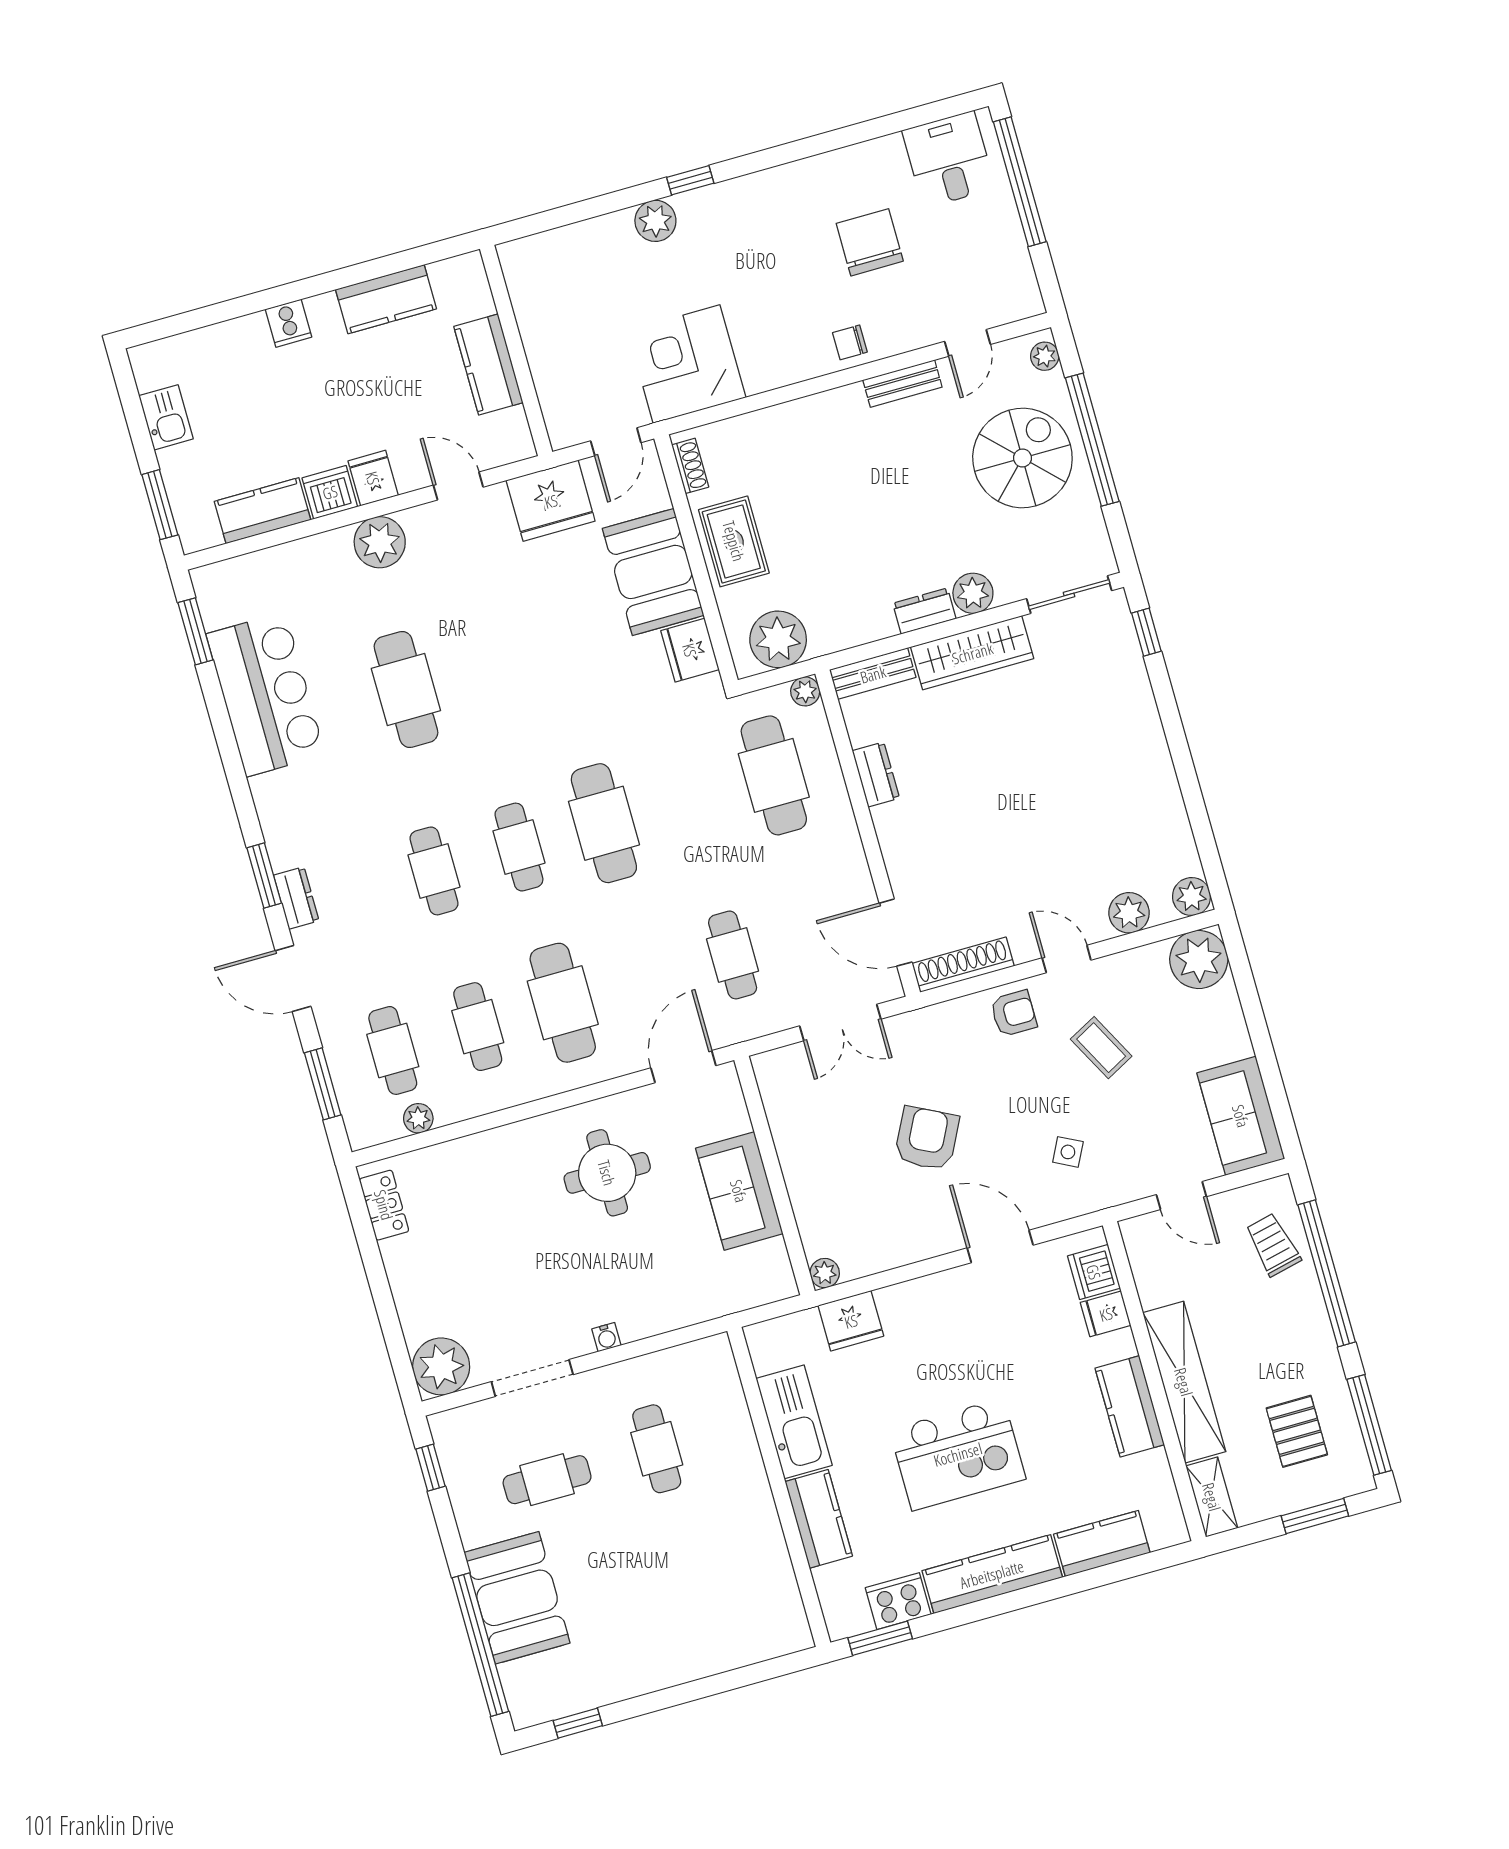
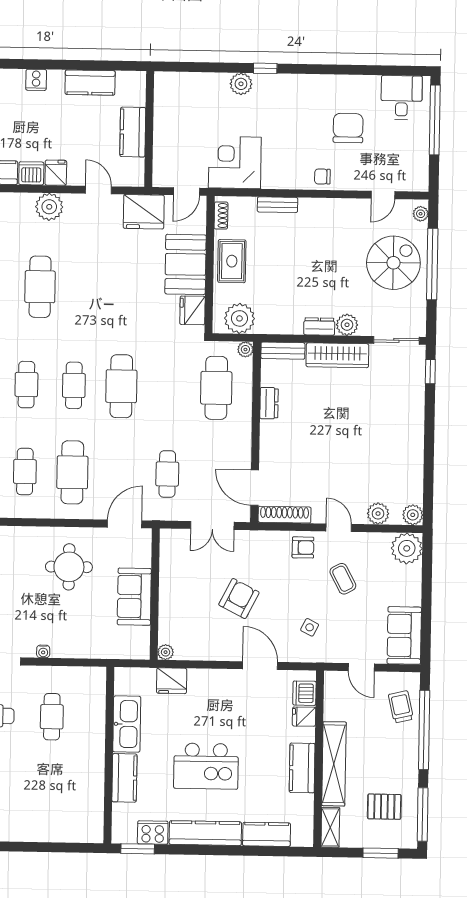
bench: (902, 384) -> (277, 205), moved
pallet: (1297, 1431) -> (384, 807), turned 90

